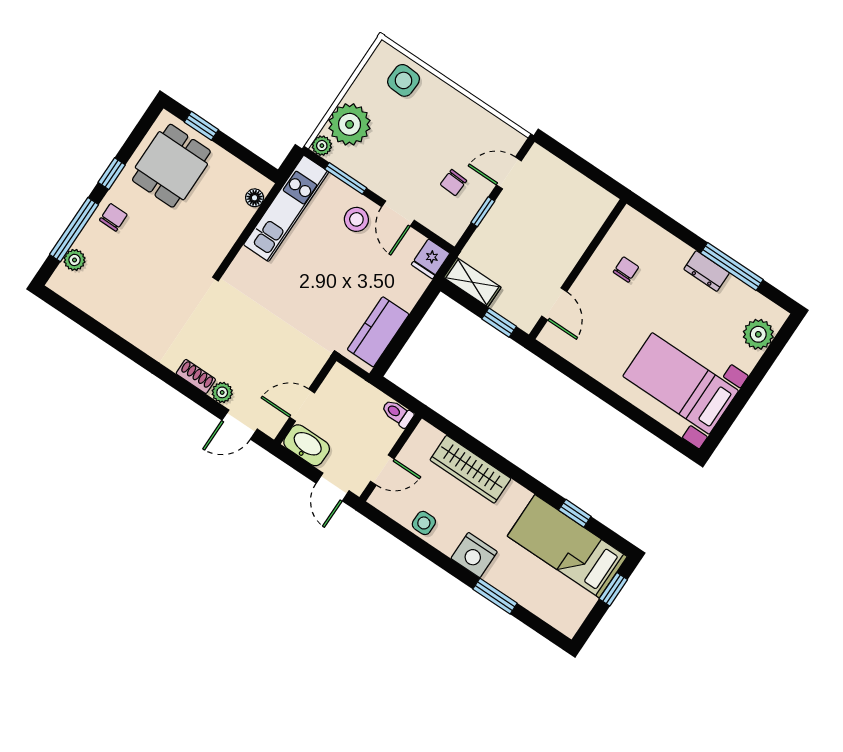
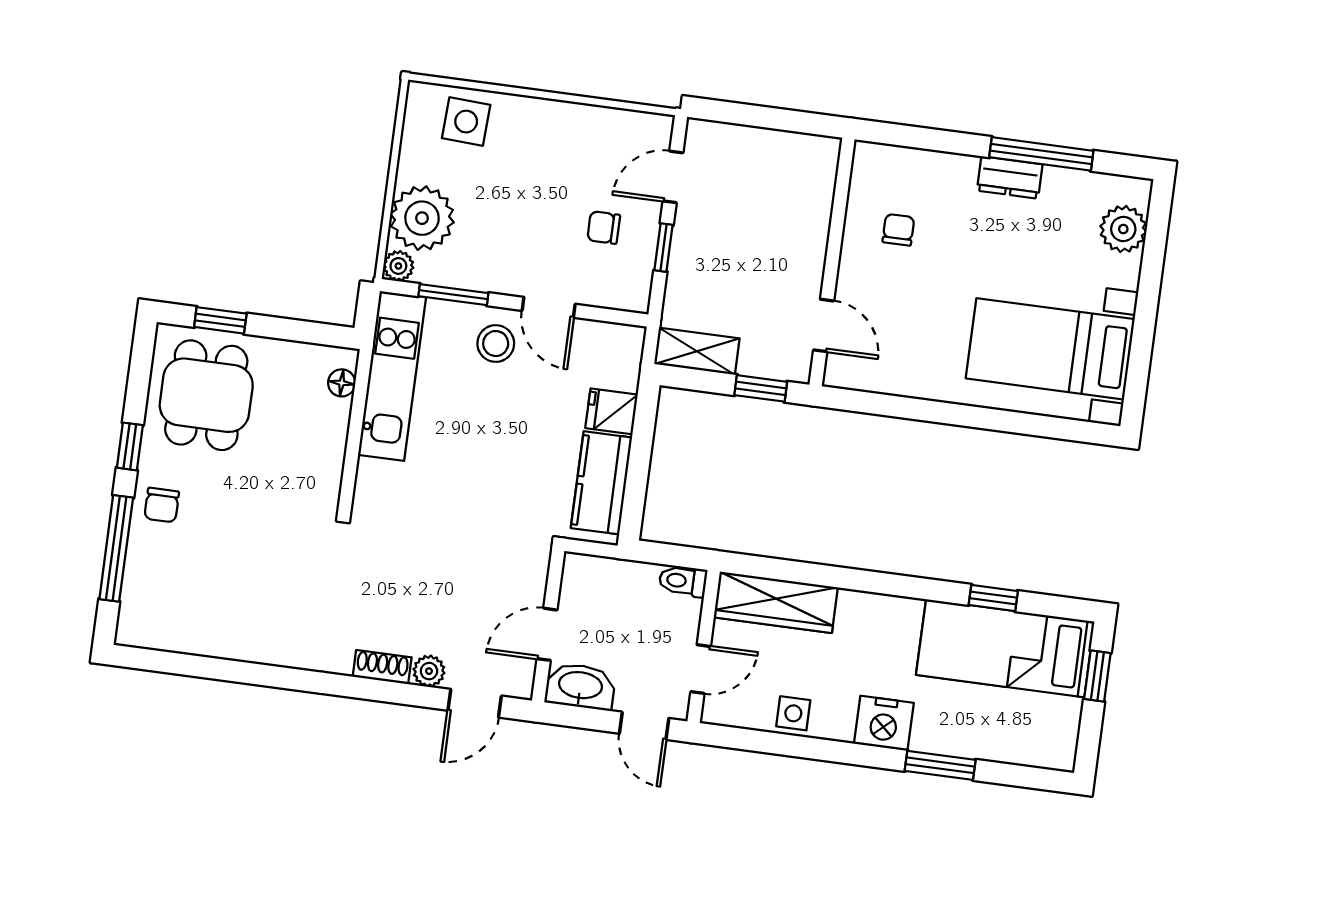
chair: (453, 183) -> (604, 228), turned 87
chair: (113, 217) -> (162, 505), turned 180
fridge: (431, 259) -> (612, 411), moved, turned 90
plant: (75, 260) -> (137, 590), removed
wardrobe: (470, 469) -> (776, 602), moved

